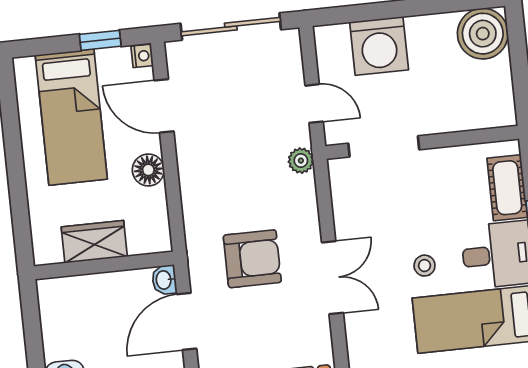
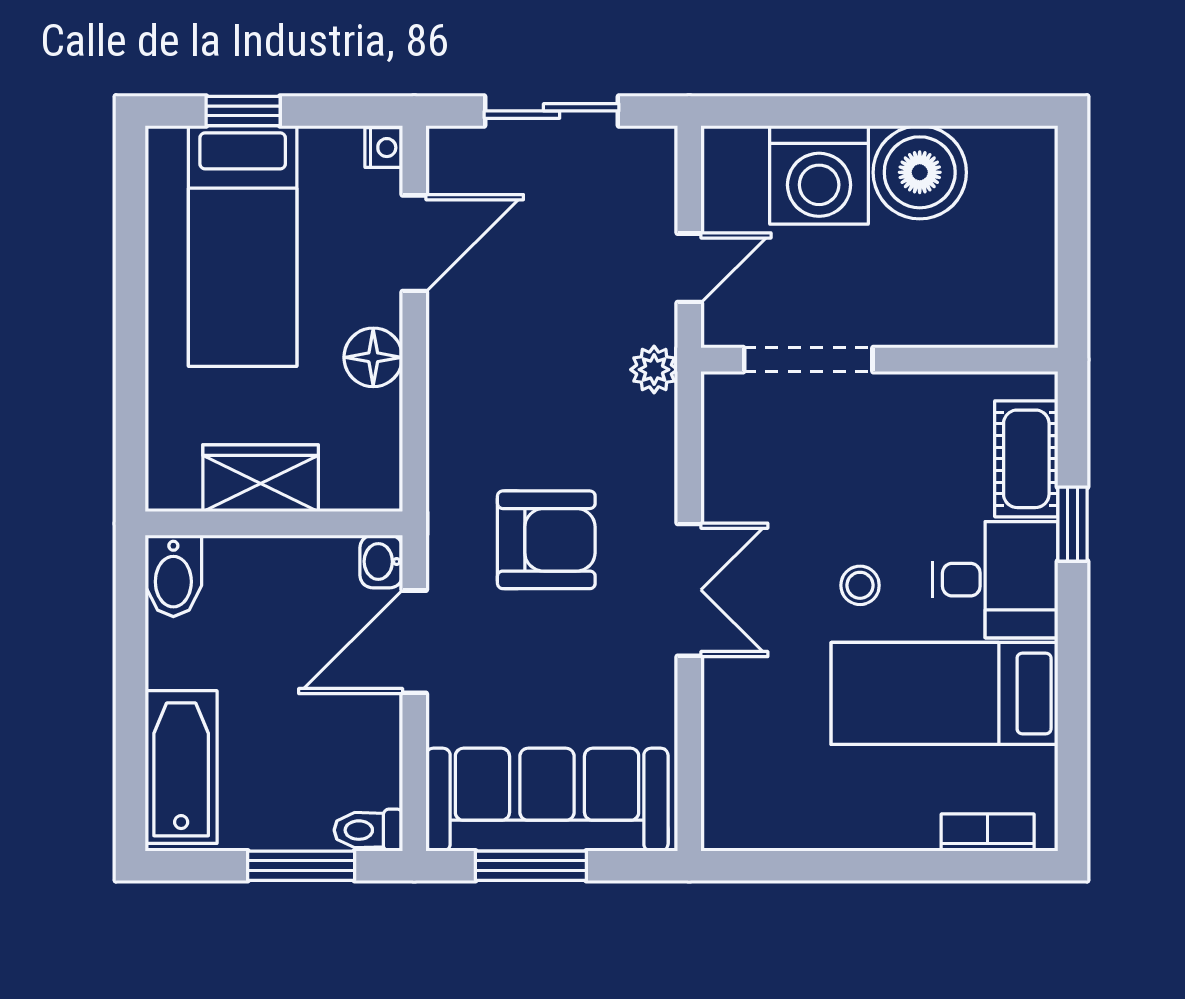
sliding door: (231, 27) -> (552, 111), width x0.73
boiler: (483, 34) -> (920, 172), moved
window: (100, 40) -> (243, 111), moved
door: (314, 104) -> (689, 268), hinge flipped
door: (164, 106) -> (414, 243), swing flipped
bidet: (53, 299) -> (173, 576), added

